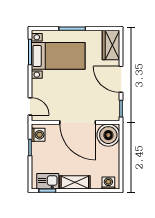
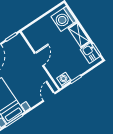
door: (78, 122) -> (39, 59), width x0.53
boiler: (108, 135) -> (34, 34), removed
washing machine: (108, 183) -> (64, 19), width x1.89, depth x1.89

